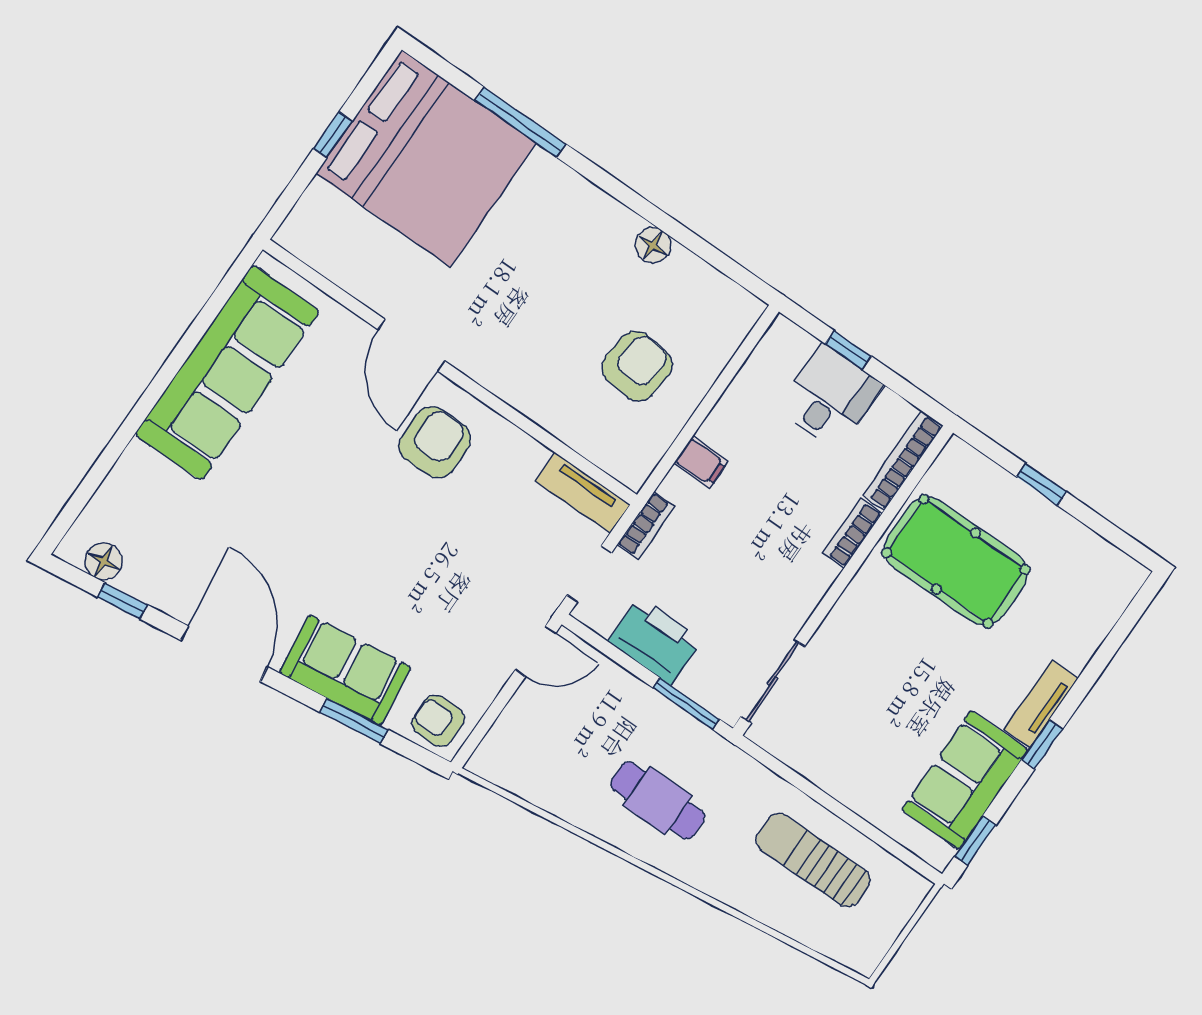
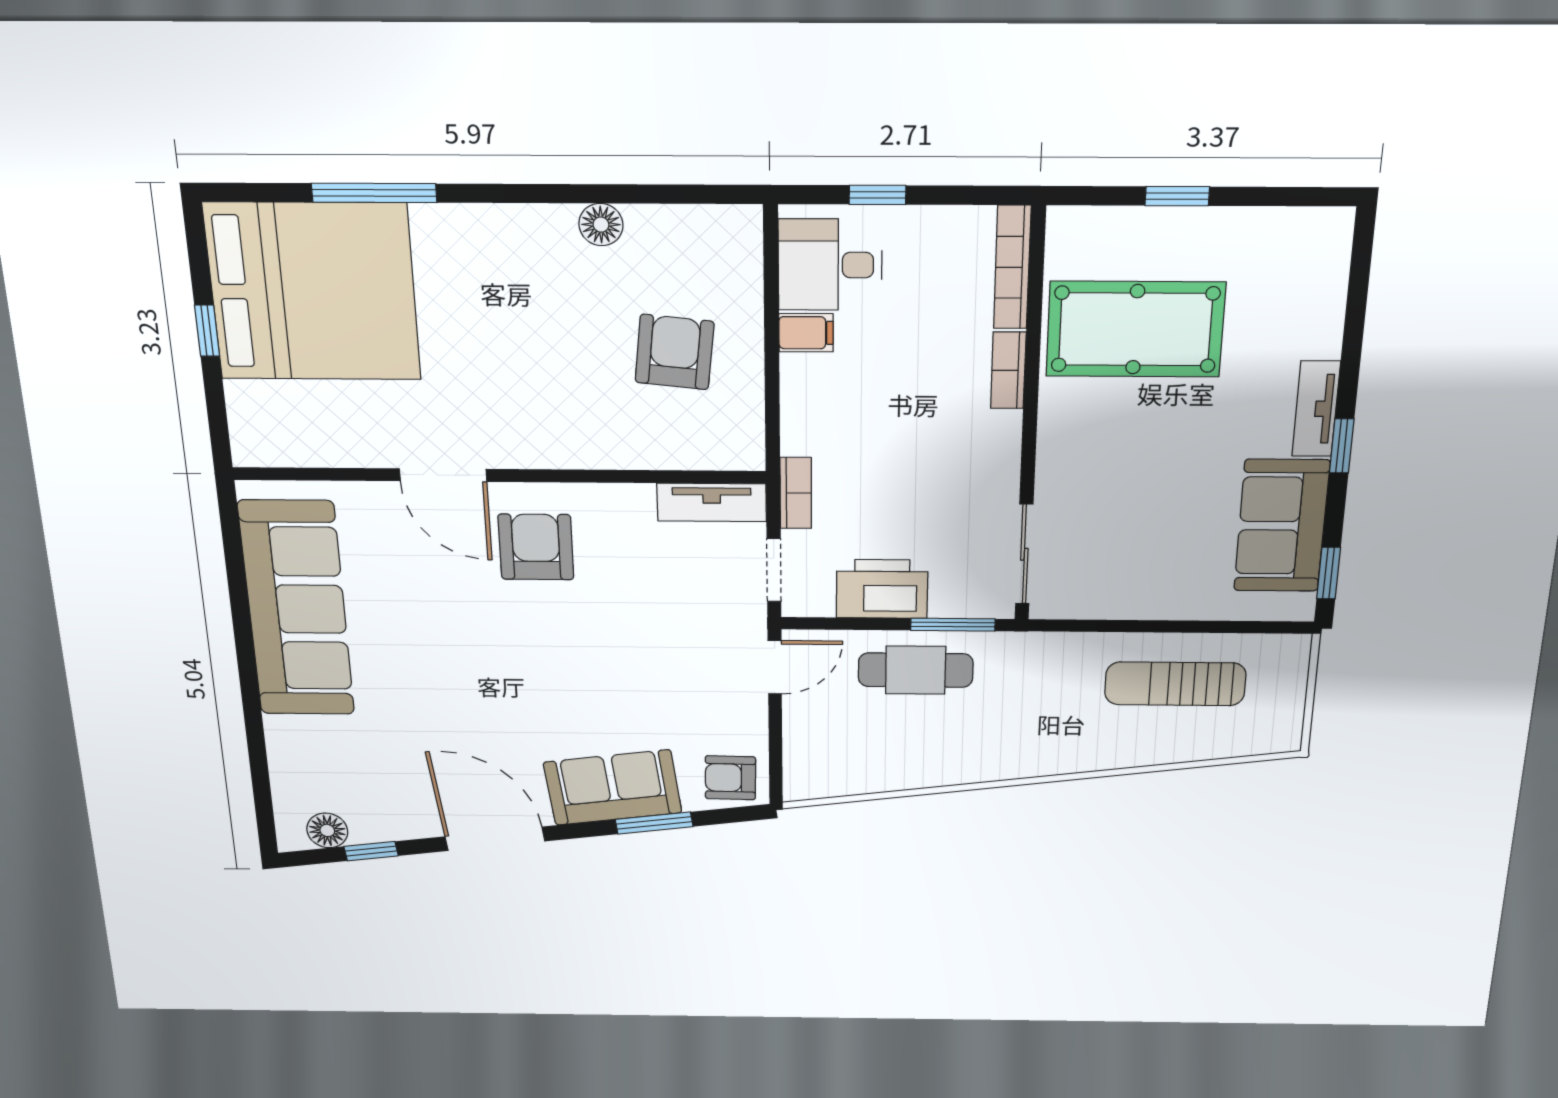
desk: (830, 397) -> (830, 265), moved, turned -90
filing cabinet: (701, 462) -> (806, 333), moved
cafe table: (658, 800) -> (916, 670), moved

